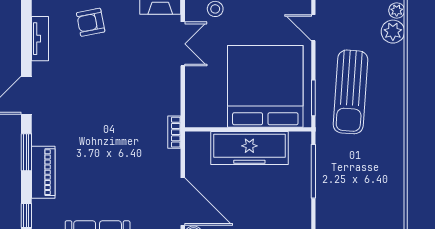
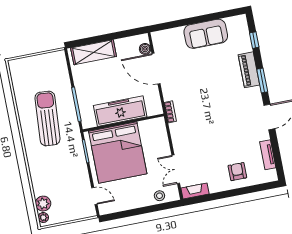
armchair: (91, 22) -> (237, 172), turned -79
sun lounger: (350, 92) -> (47, 118), moved

